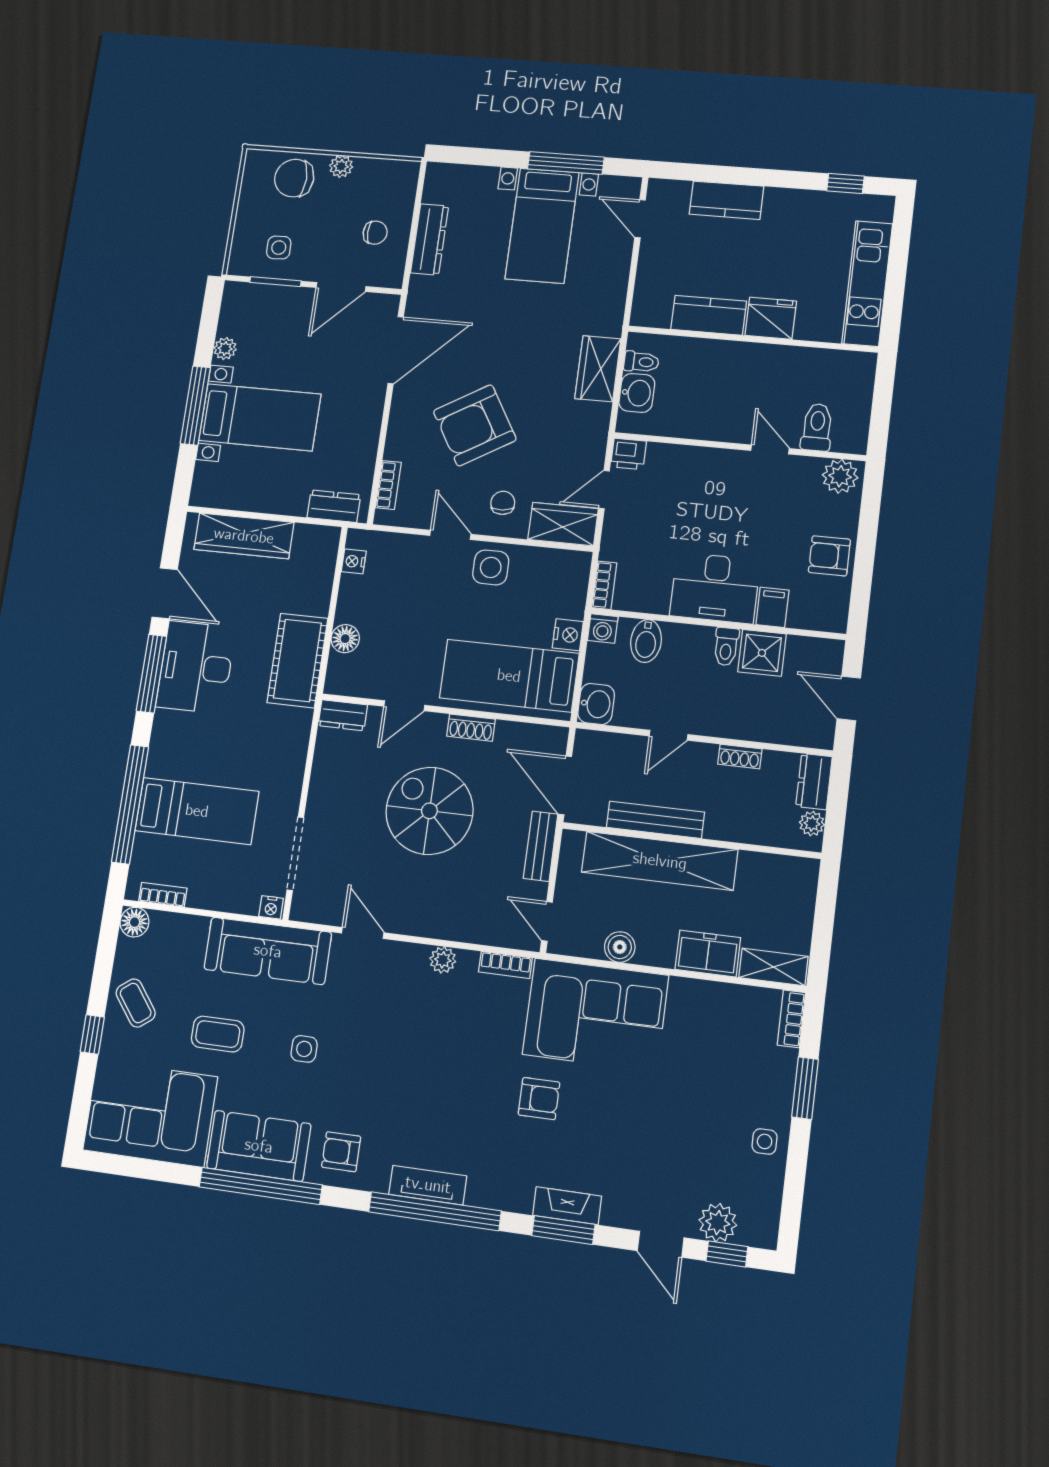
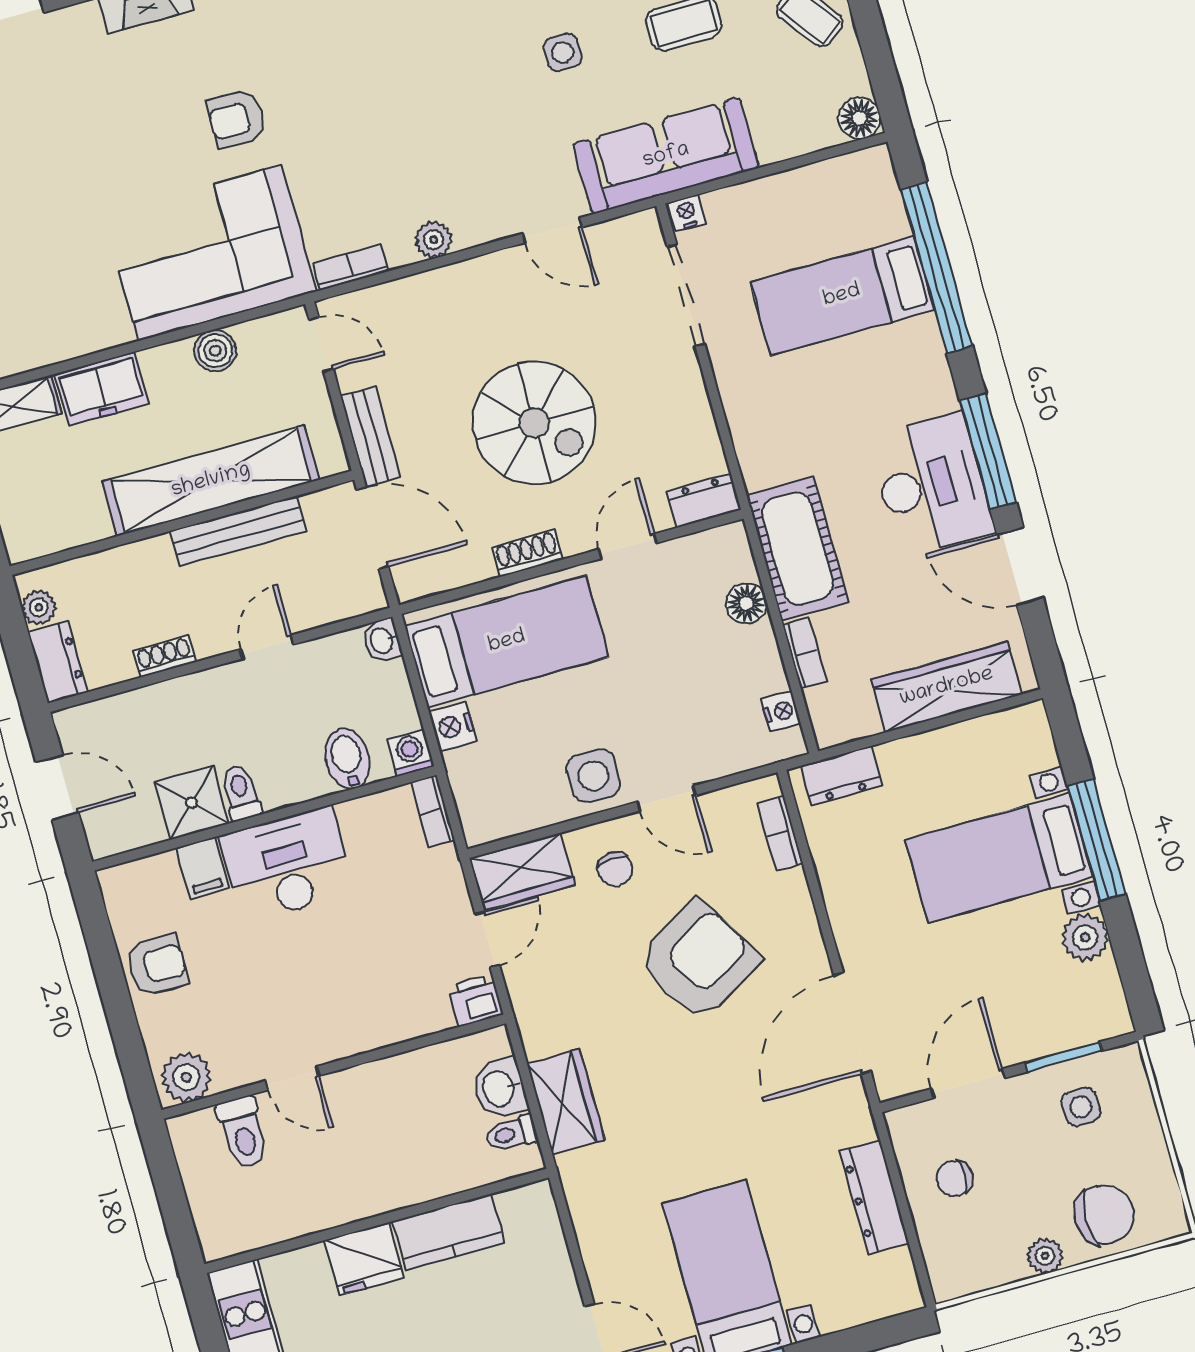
plant: (225, 349) -> (1085, 937), width x1.38, depth x1.38
washbasin: (596, 704) -> (382, 640), width x0.72, depth x0.69
bookcase: (163, 895) -> (804, 653), moved, turned -90

